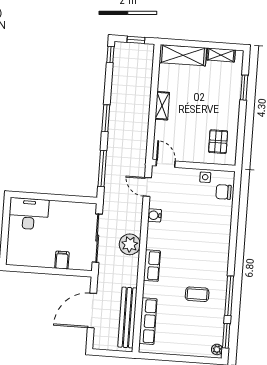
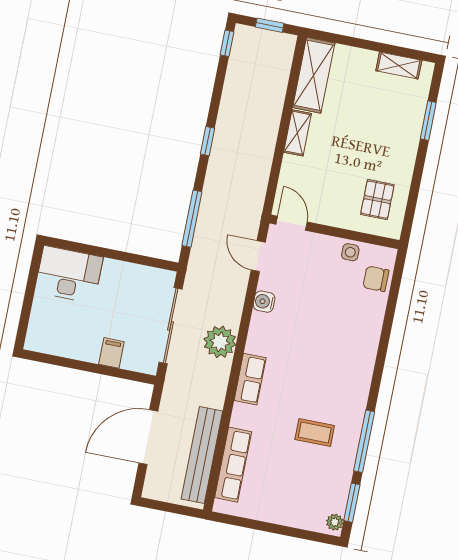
shelving: (183, 55) -> (314, 75), moved, turned 90
window: (106, 118) -> (207, 141), width x0.67

